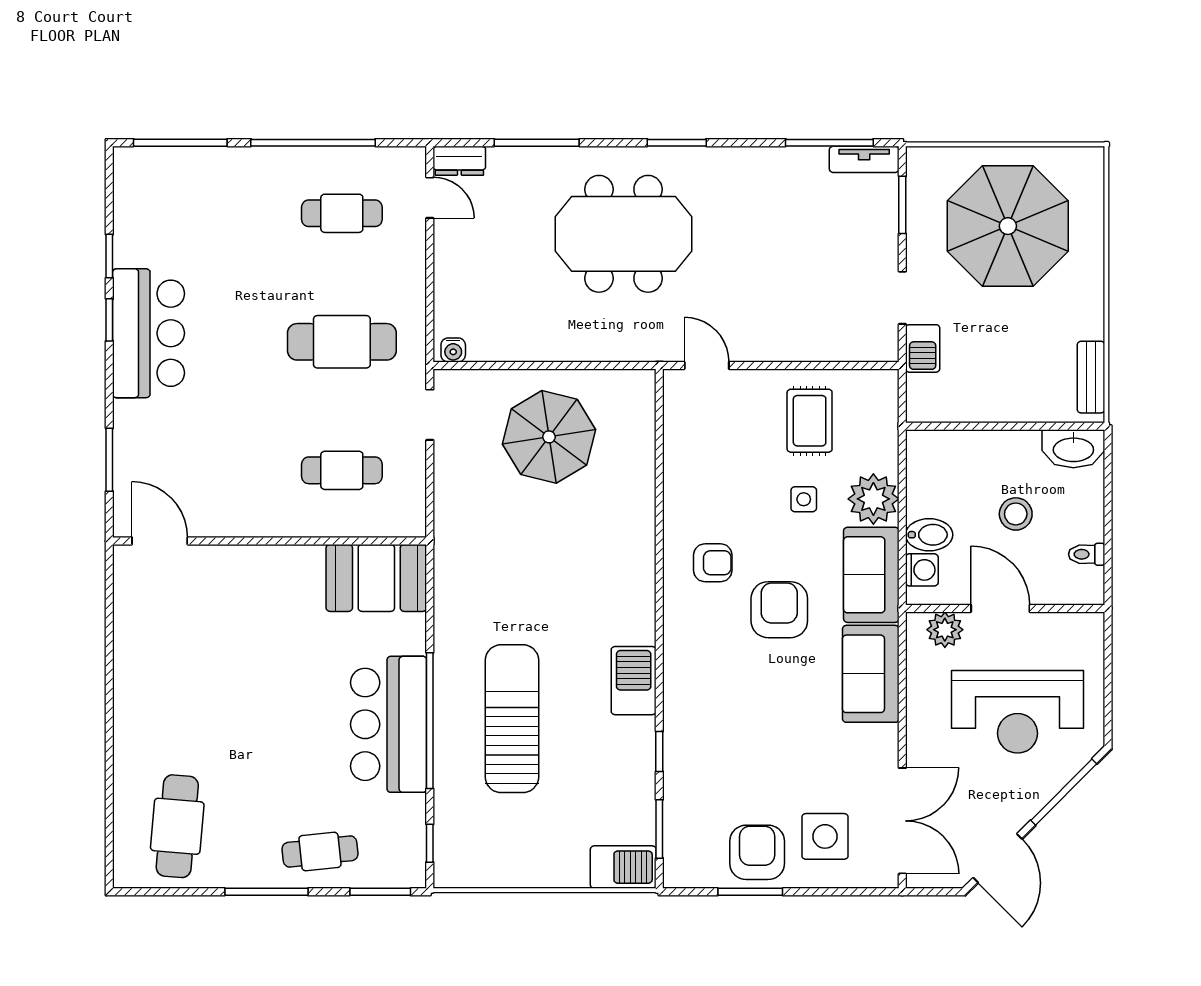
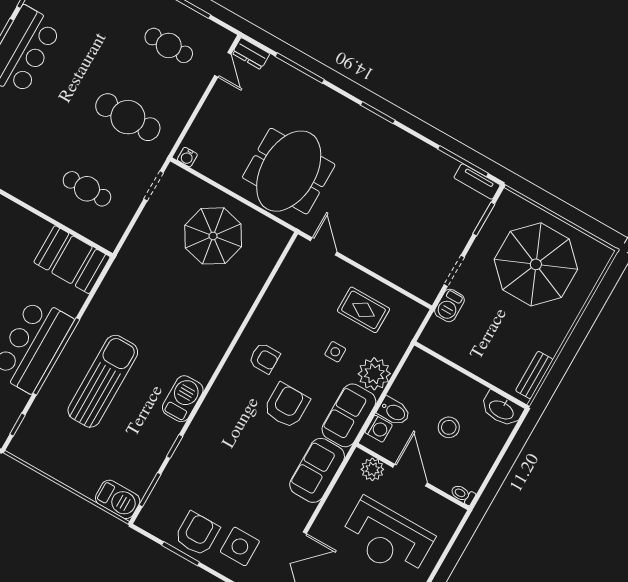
meeting table: (624, 234) -> (289, 171), moved, turned 90
rug: (810, 421) -> (363, 310), turned 90
toilet: (1087, 554) -> (463, 494), moved

